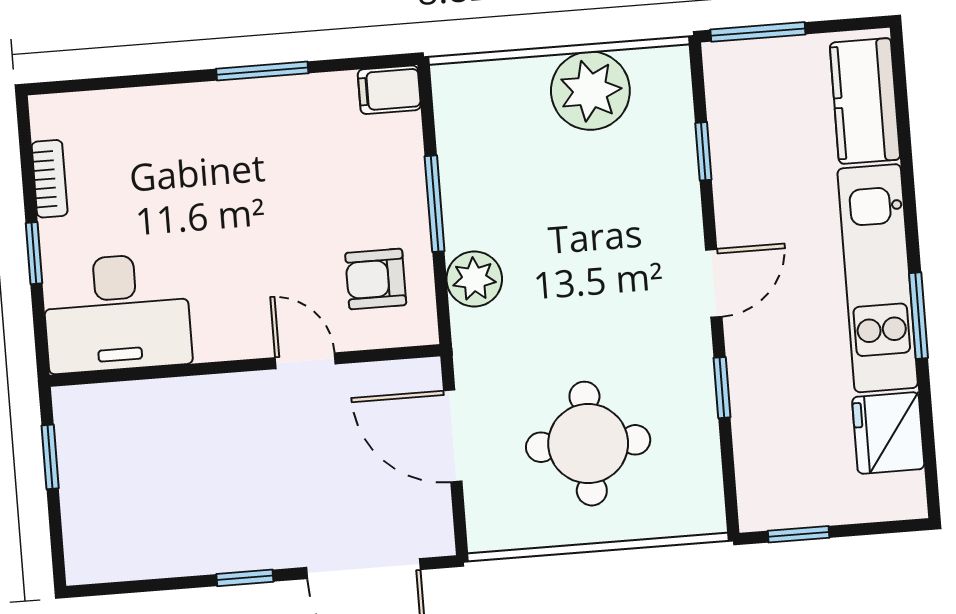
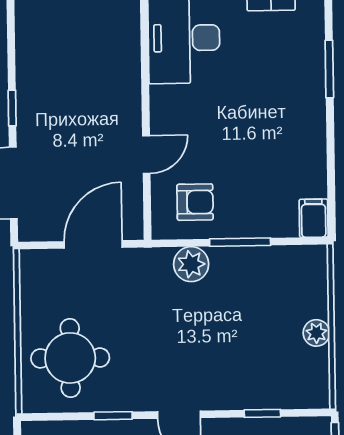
window: (262, 71) -> (329, 69), moved
plant: (590, 91) -> (316, 333), width x0.53, depth x0.53
armchair: (376, 279) -> (195, 202), turned 90
round table: (588, 444) -> (70, 358), moved

